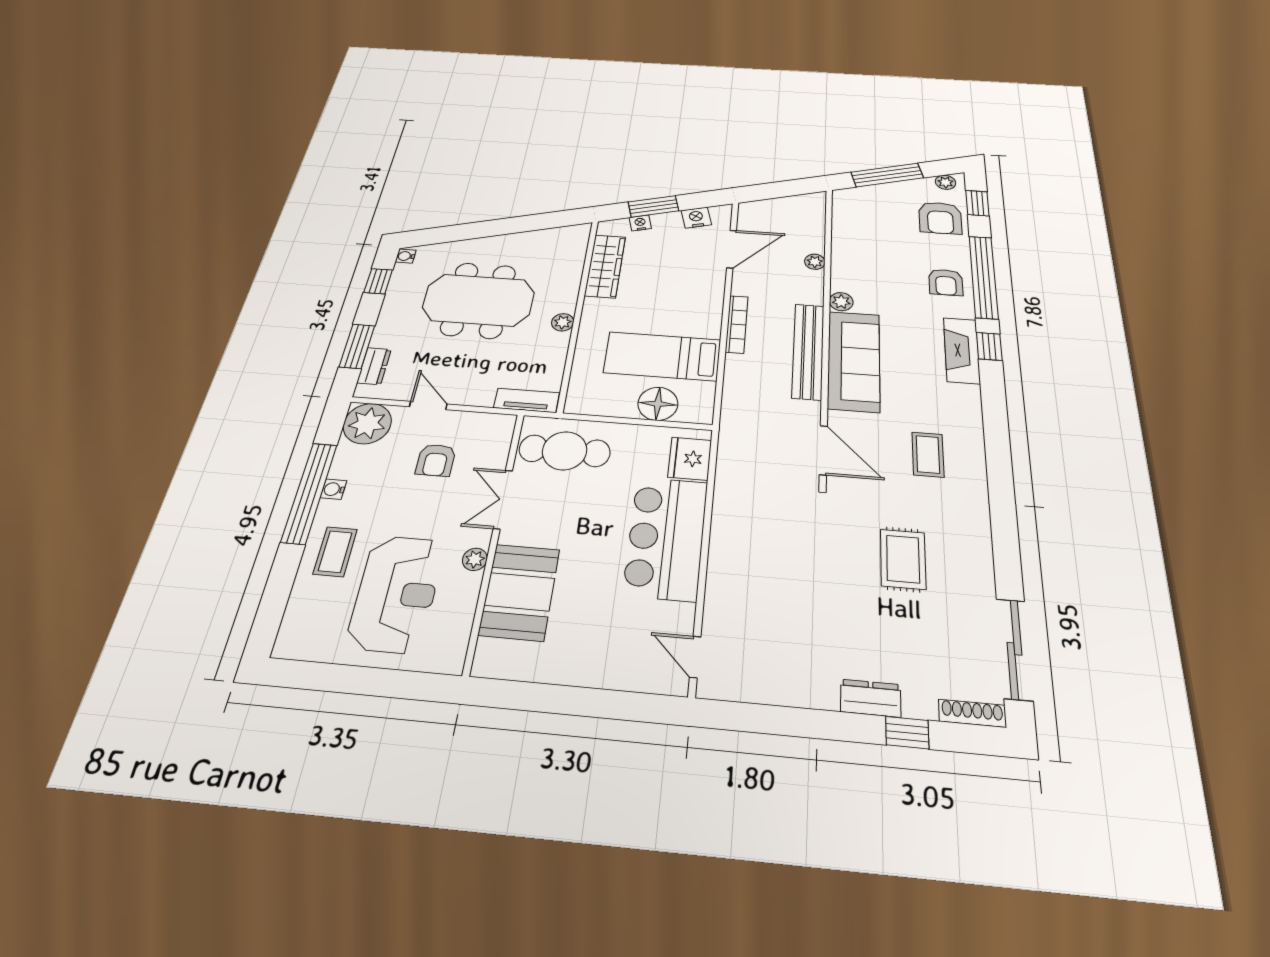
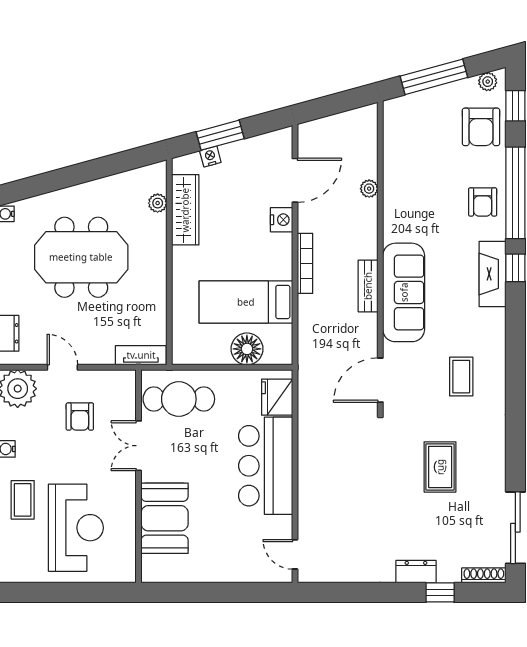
nightstand: (696, 218) -> (282, 220), moved, turned 105
plant: (841, 302) -> (393, 231), removed
plant: (563, 322) -> (158, 203), moved
bench: (808, 351) -> (368, 286), width x0.54, depth x0.82
door: (823, 450) -> (380, 380), swing flipped
plant: (475, 559) -> (127, 496), removed

